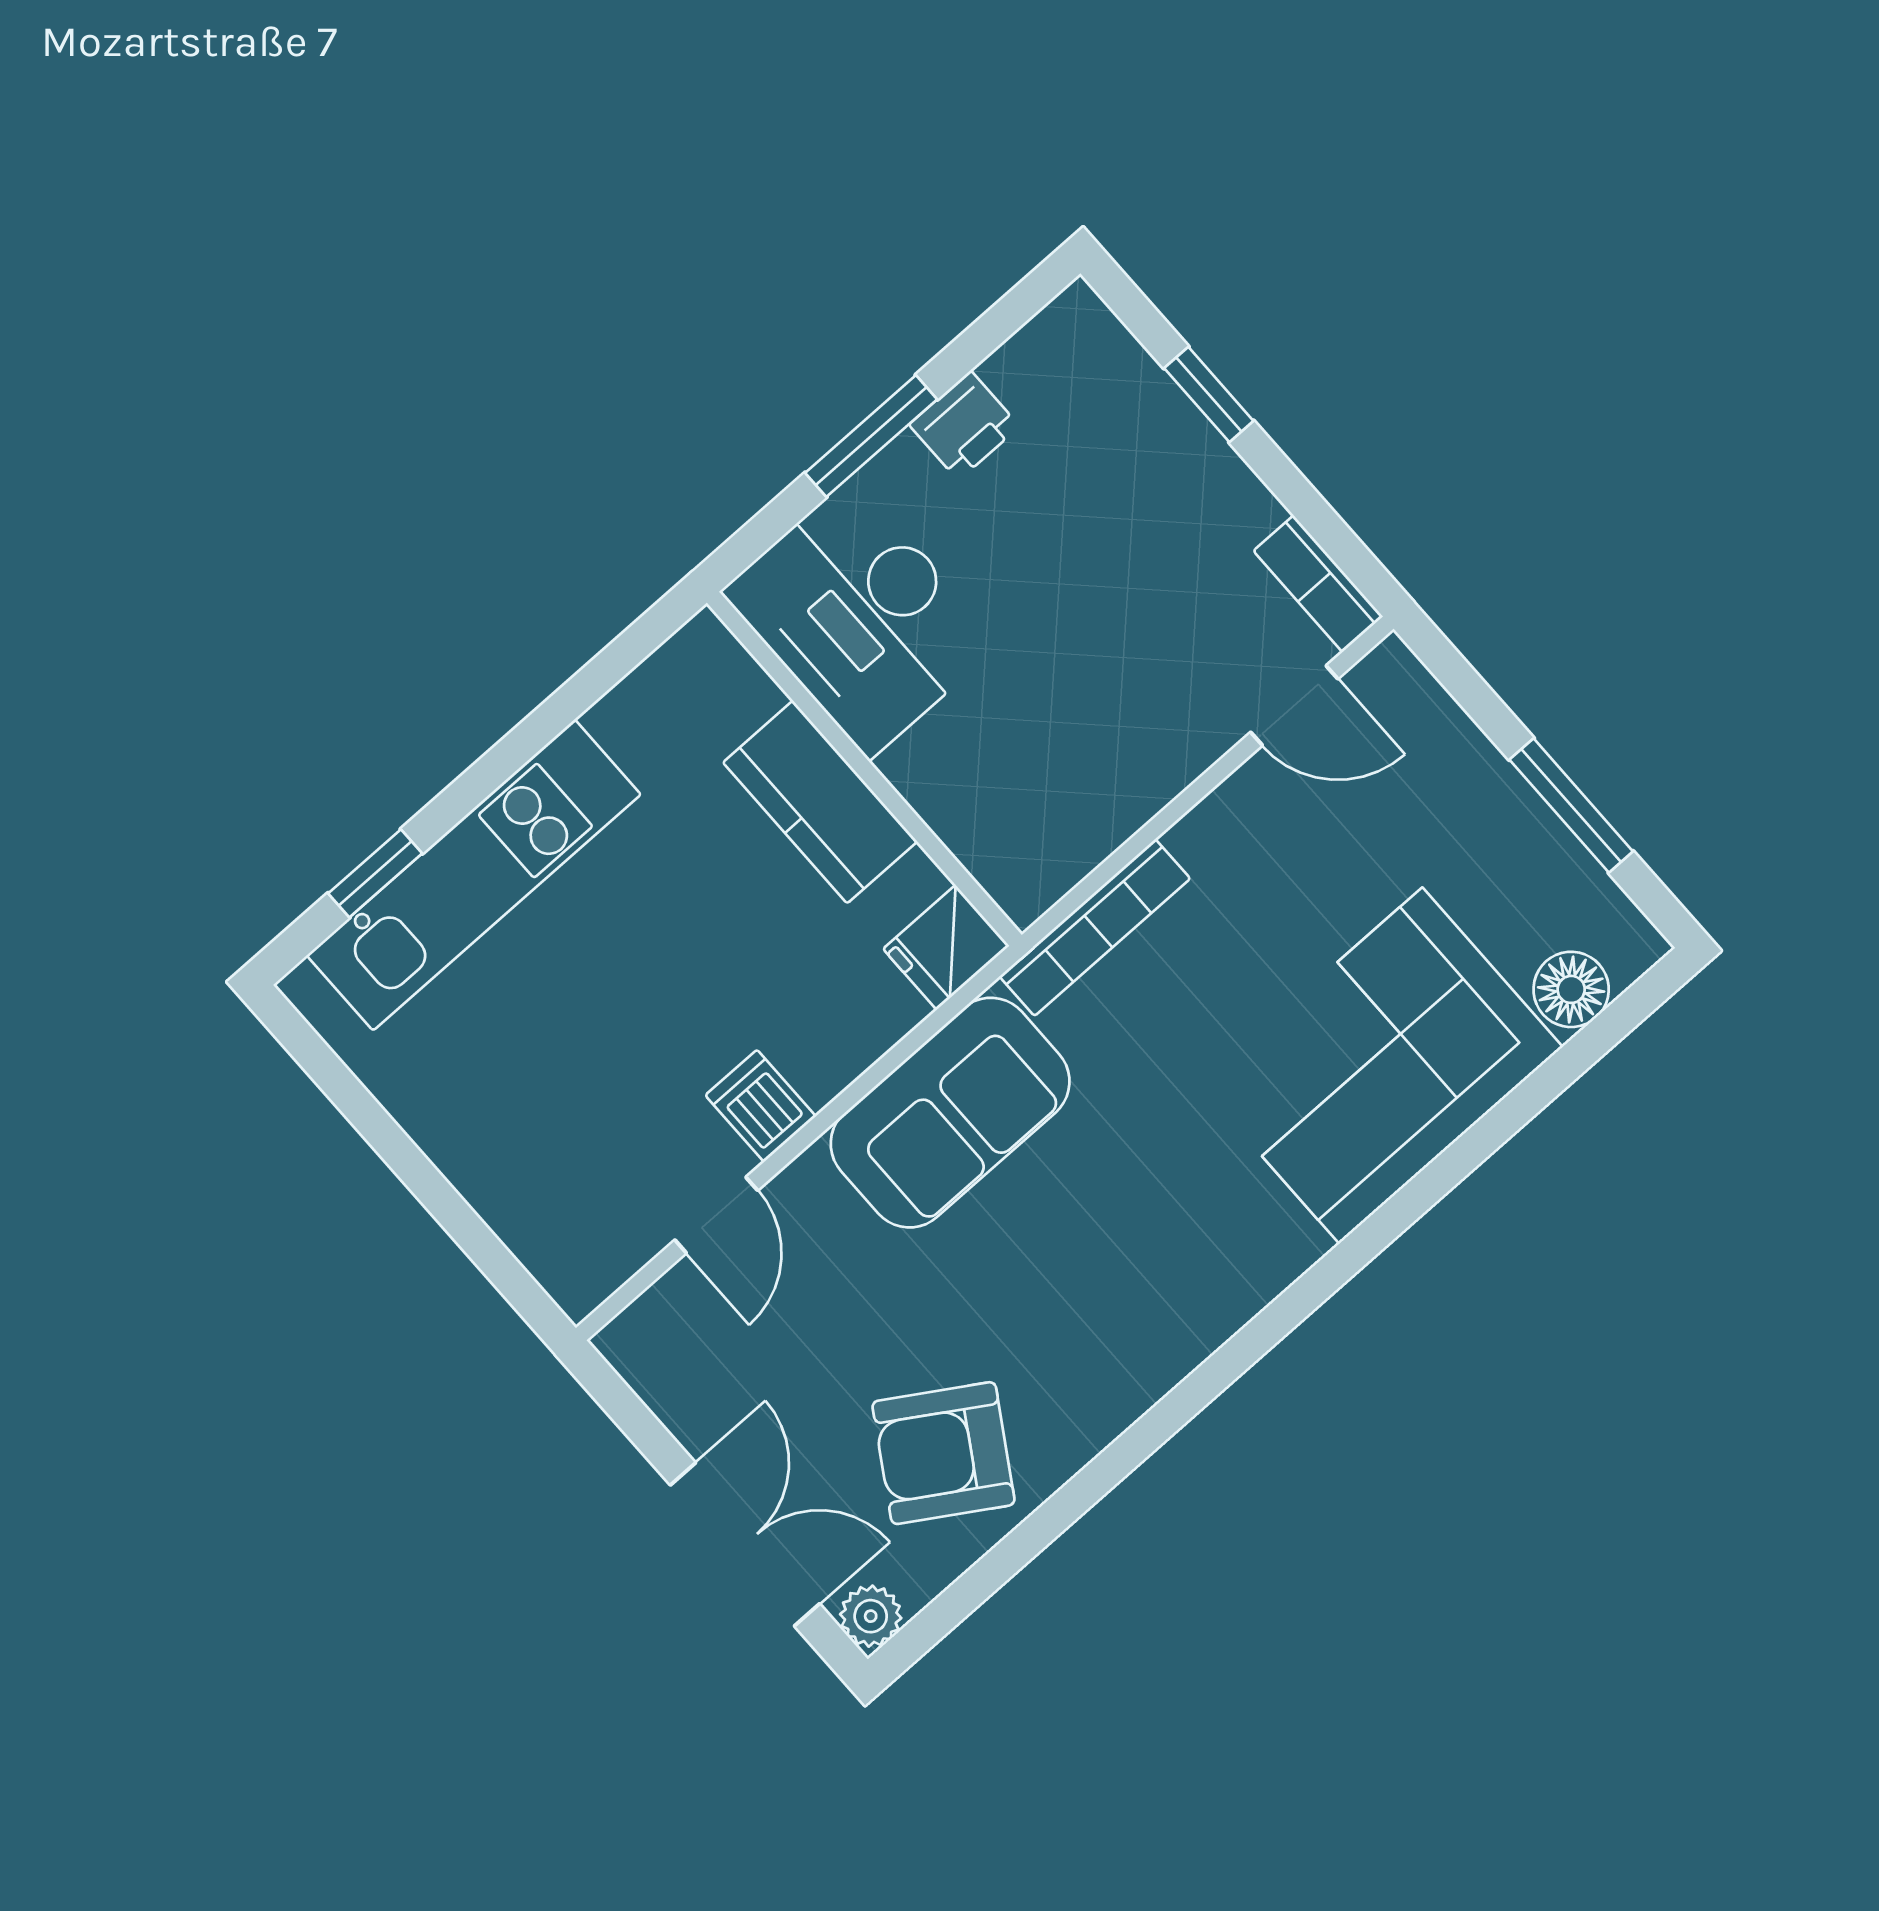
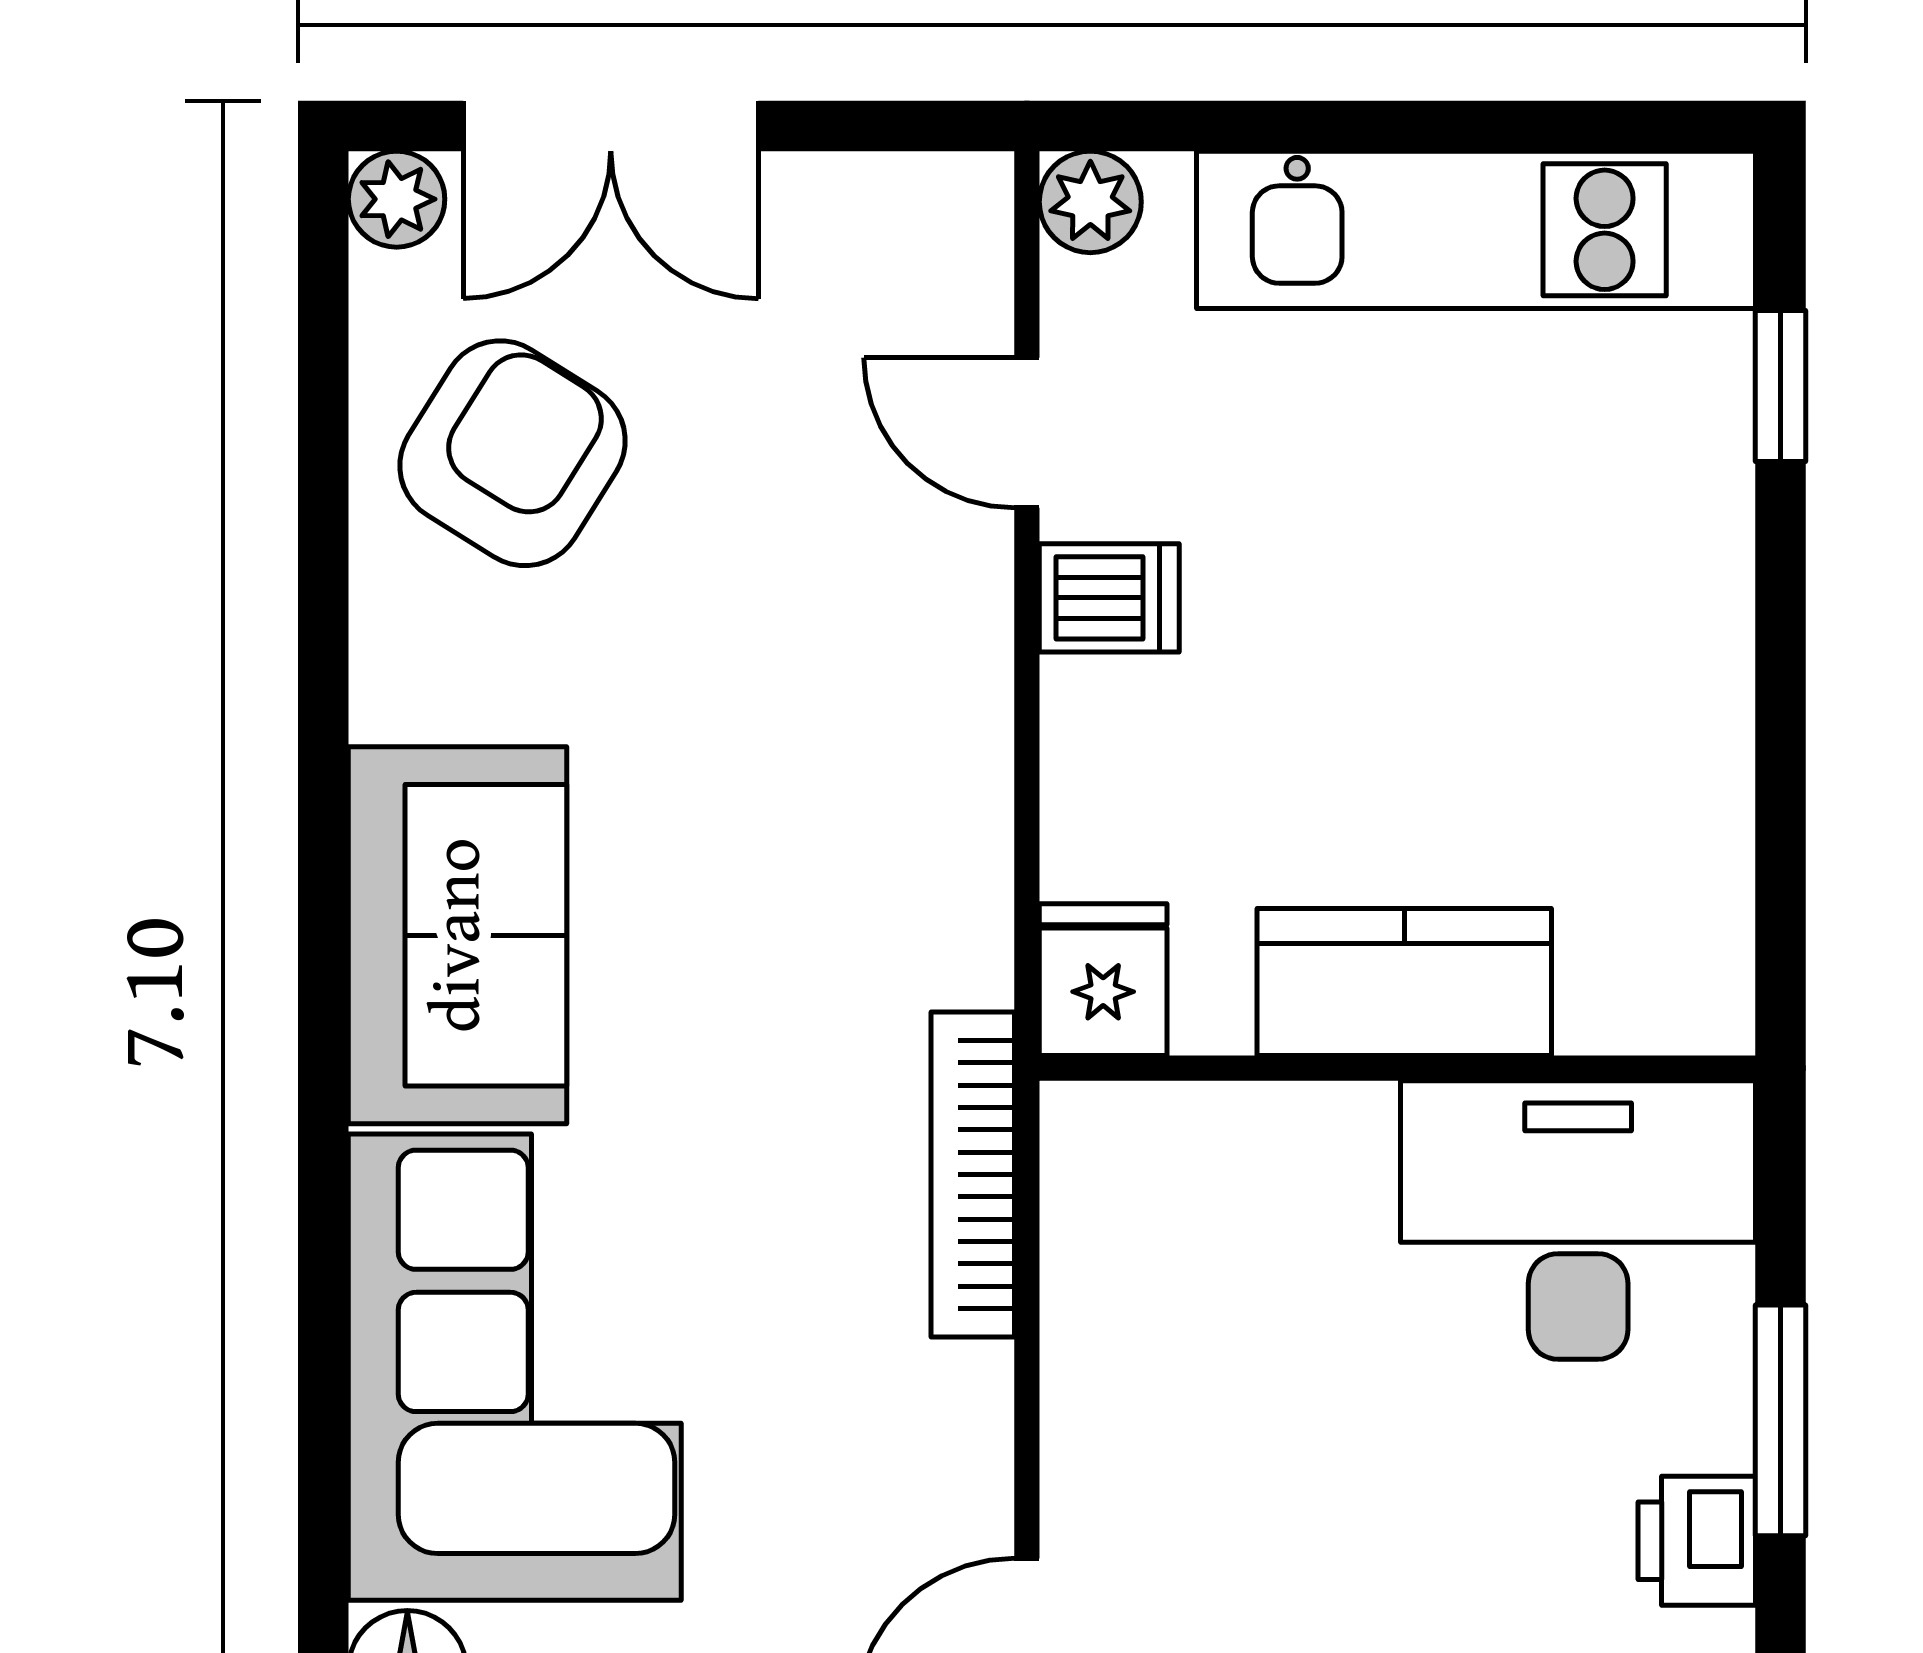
kitchen unit: (474, 875) -> (1476, 230), moved, turned -90
sofa: (950, 1113) -> (458, 935), moved, turned 180
plant: (579, 1282) -> (1090, 202), added

